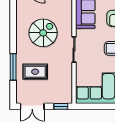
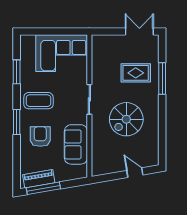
window: (61, 106) -> (105, 31), removed

